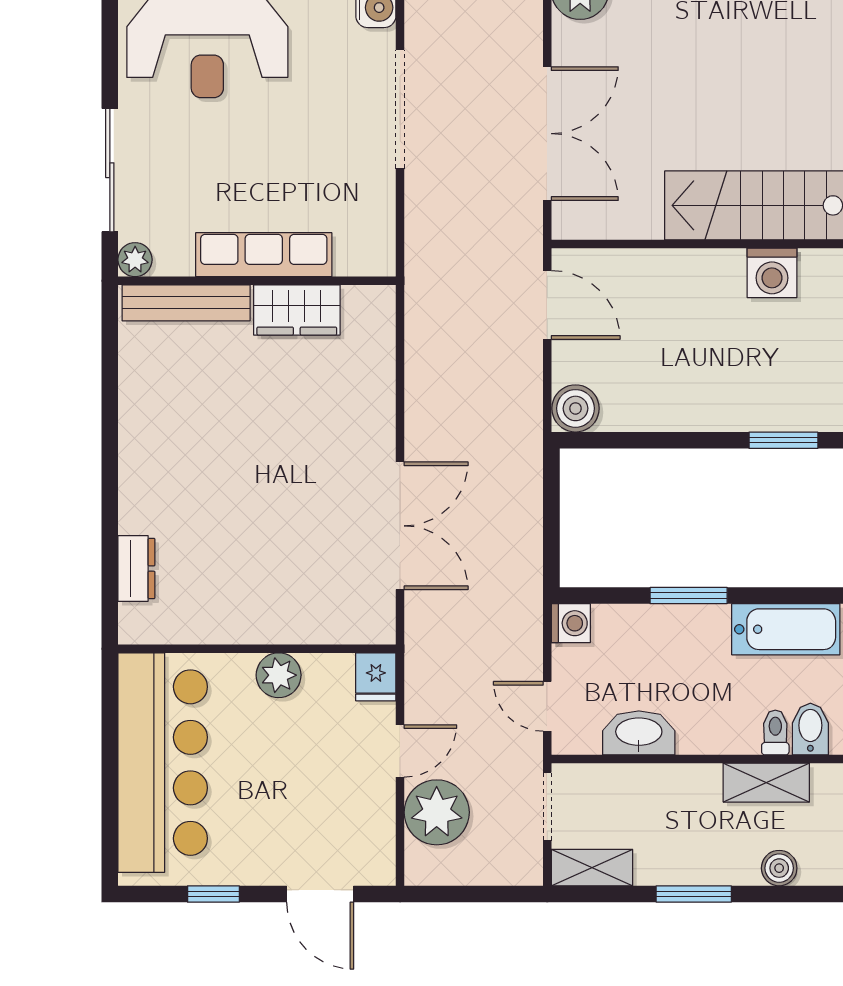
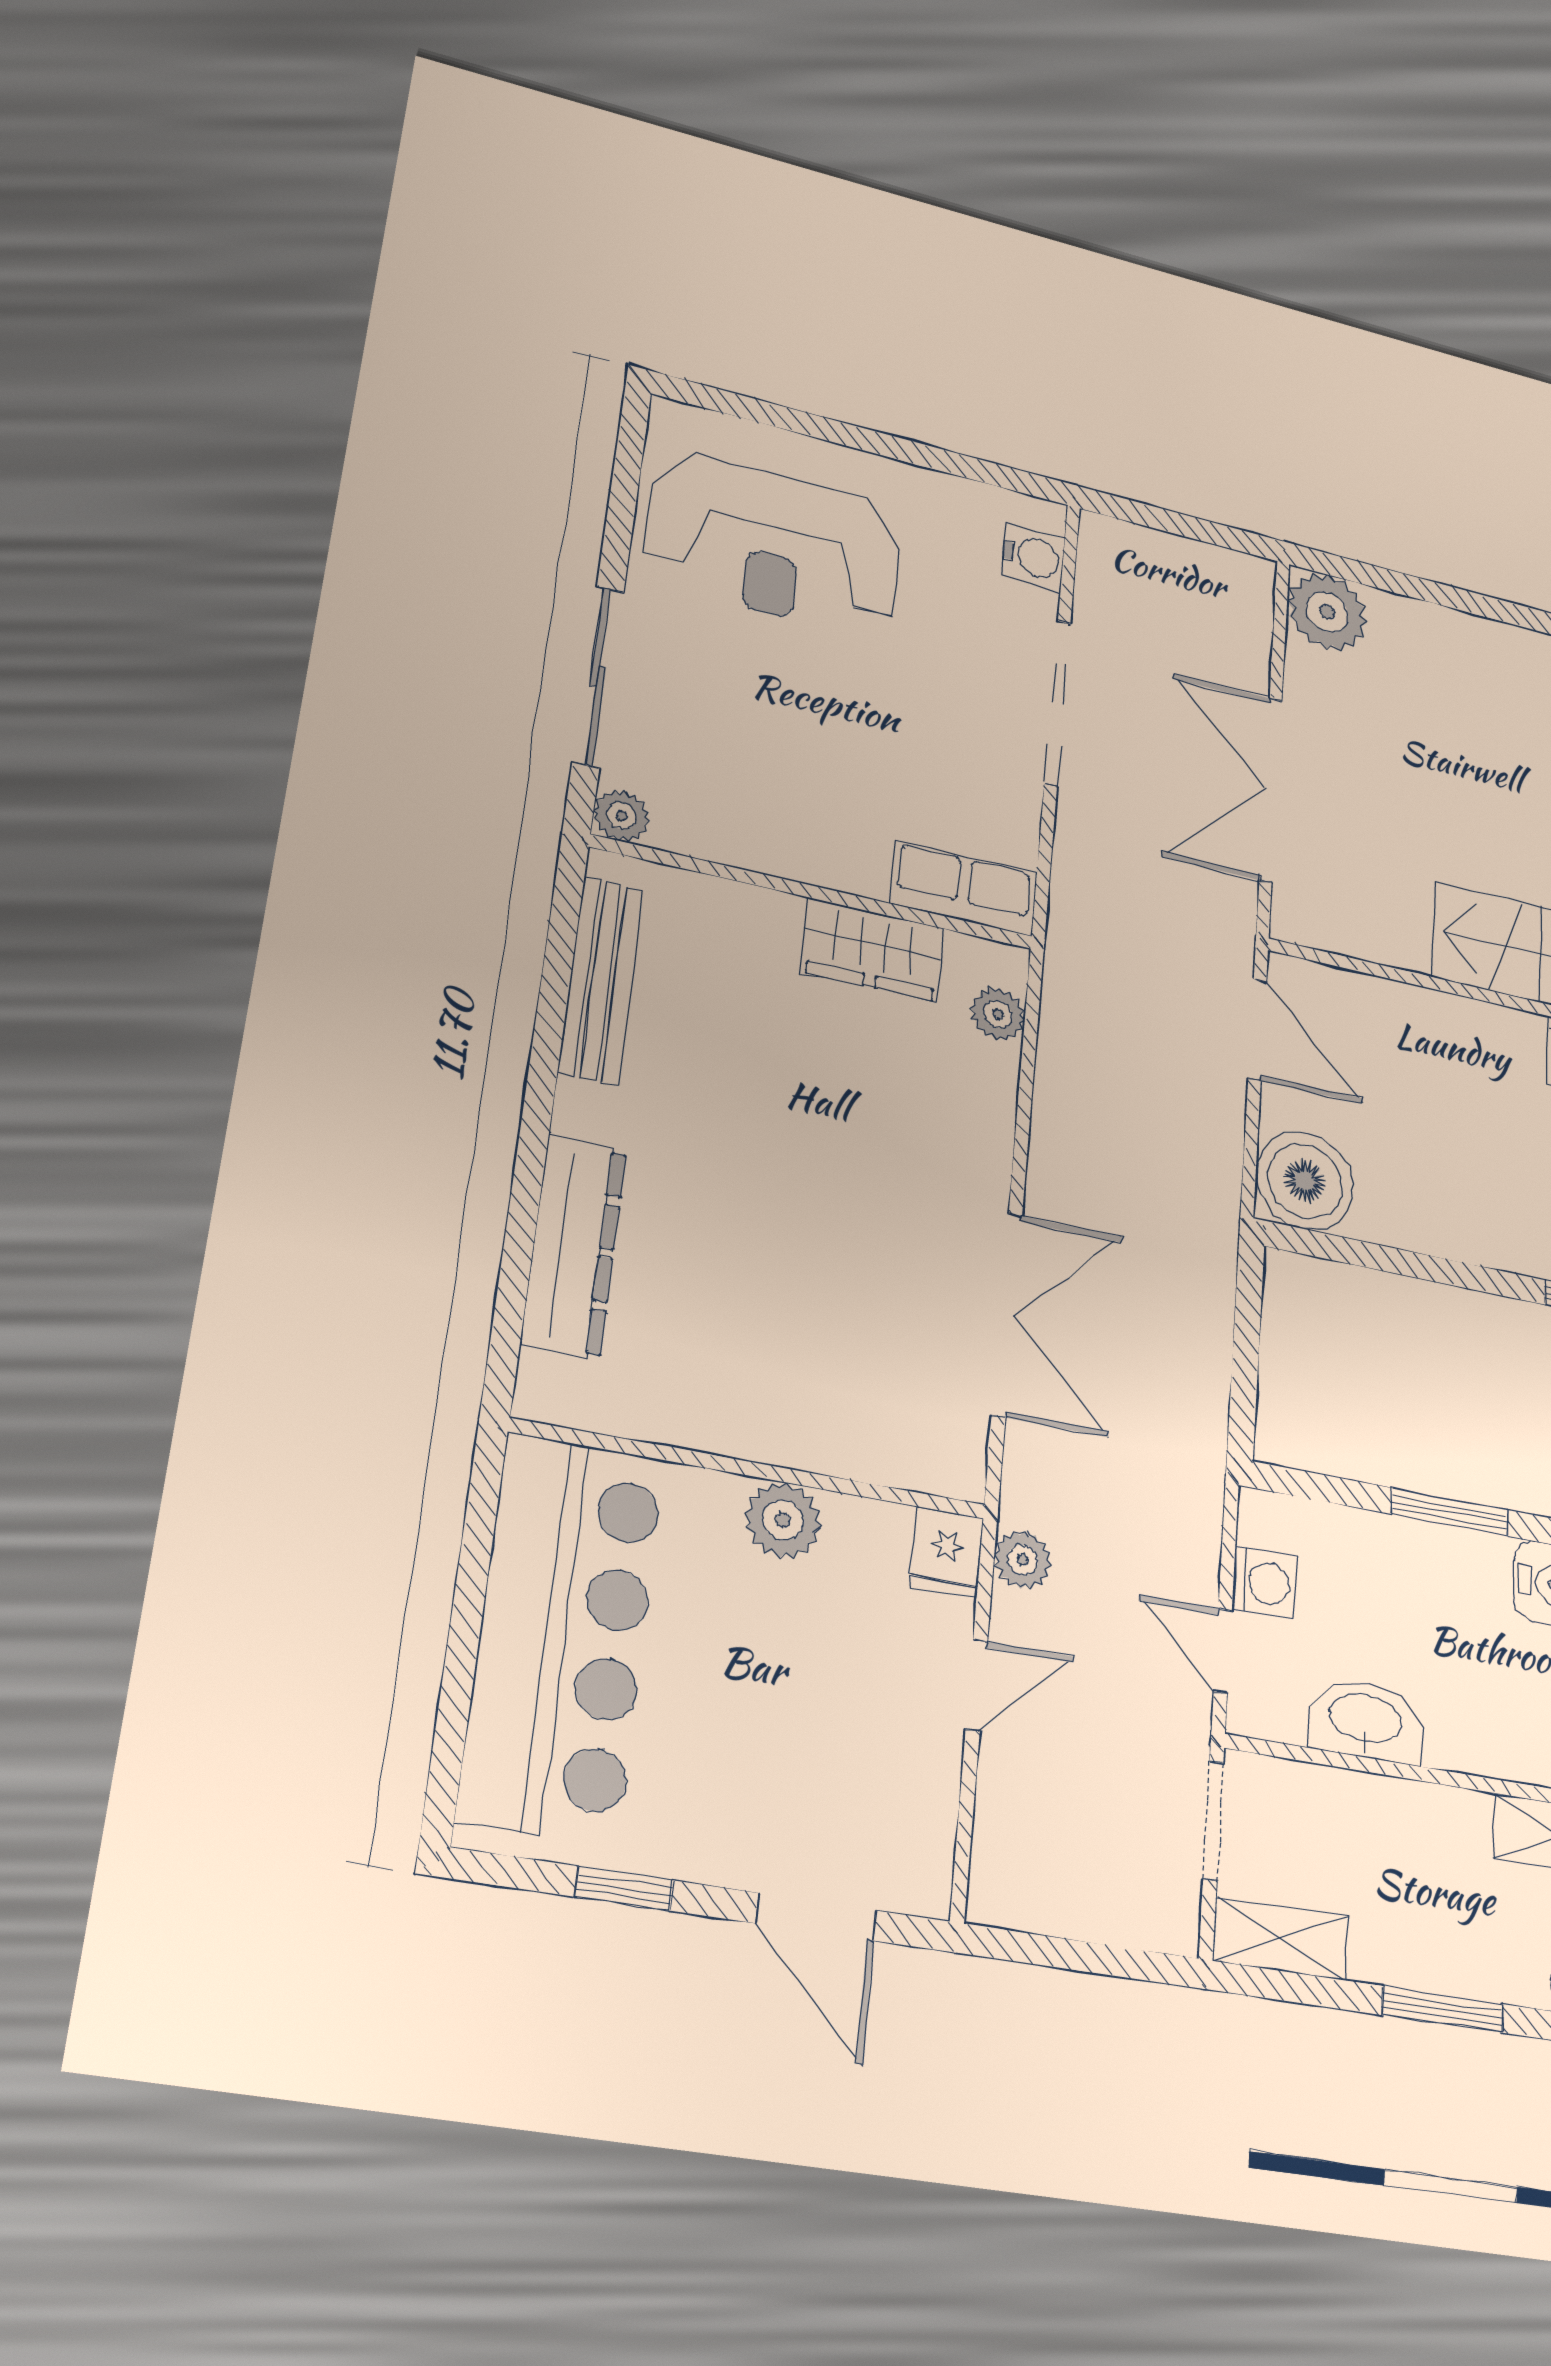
double door: (547, 134) -> (1271, 790), swing flipped
row of seats: (264, 255) -> (964, 888), moved, width x0.68
bench: (186, 303) -> (601, 980), moved, turned 90
plant: (379, 334) -> (998, 1014), added
boiler: (575, 408) -> (1305, 1181), width x1.37, depth x1.37
dresser: (136, 569) -> (574, 1246), width x1.96, depth x1.24
washing machine: (571, 623) -> (1264, 1583), moved
plant: (437, 812) -> (1023, 1560), moved, width x0.53, depth x0.53

